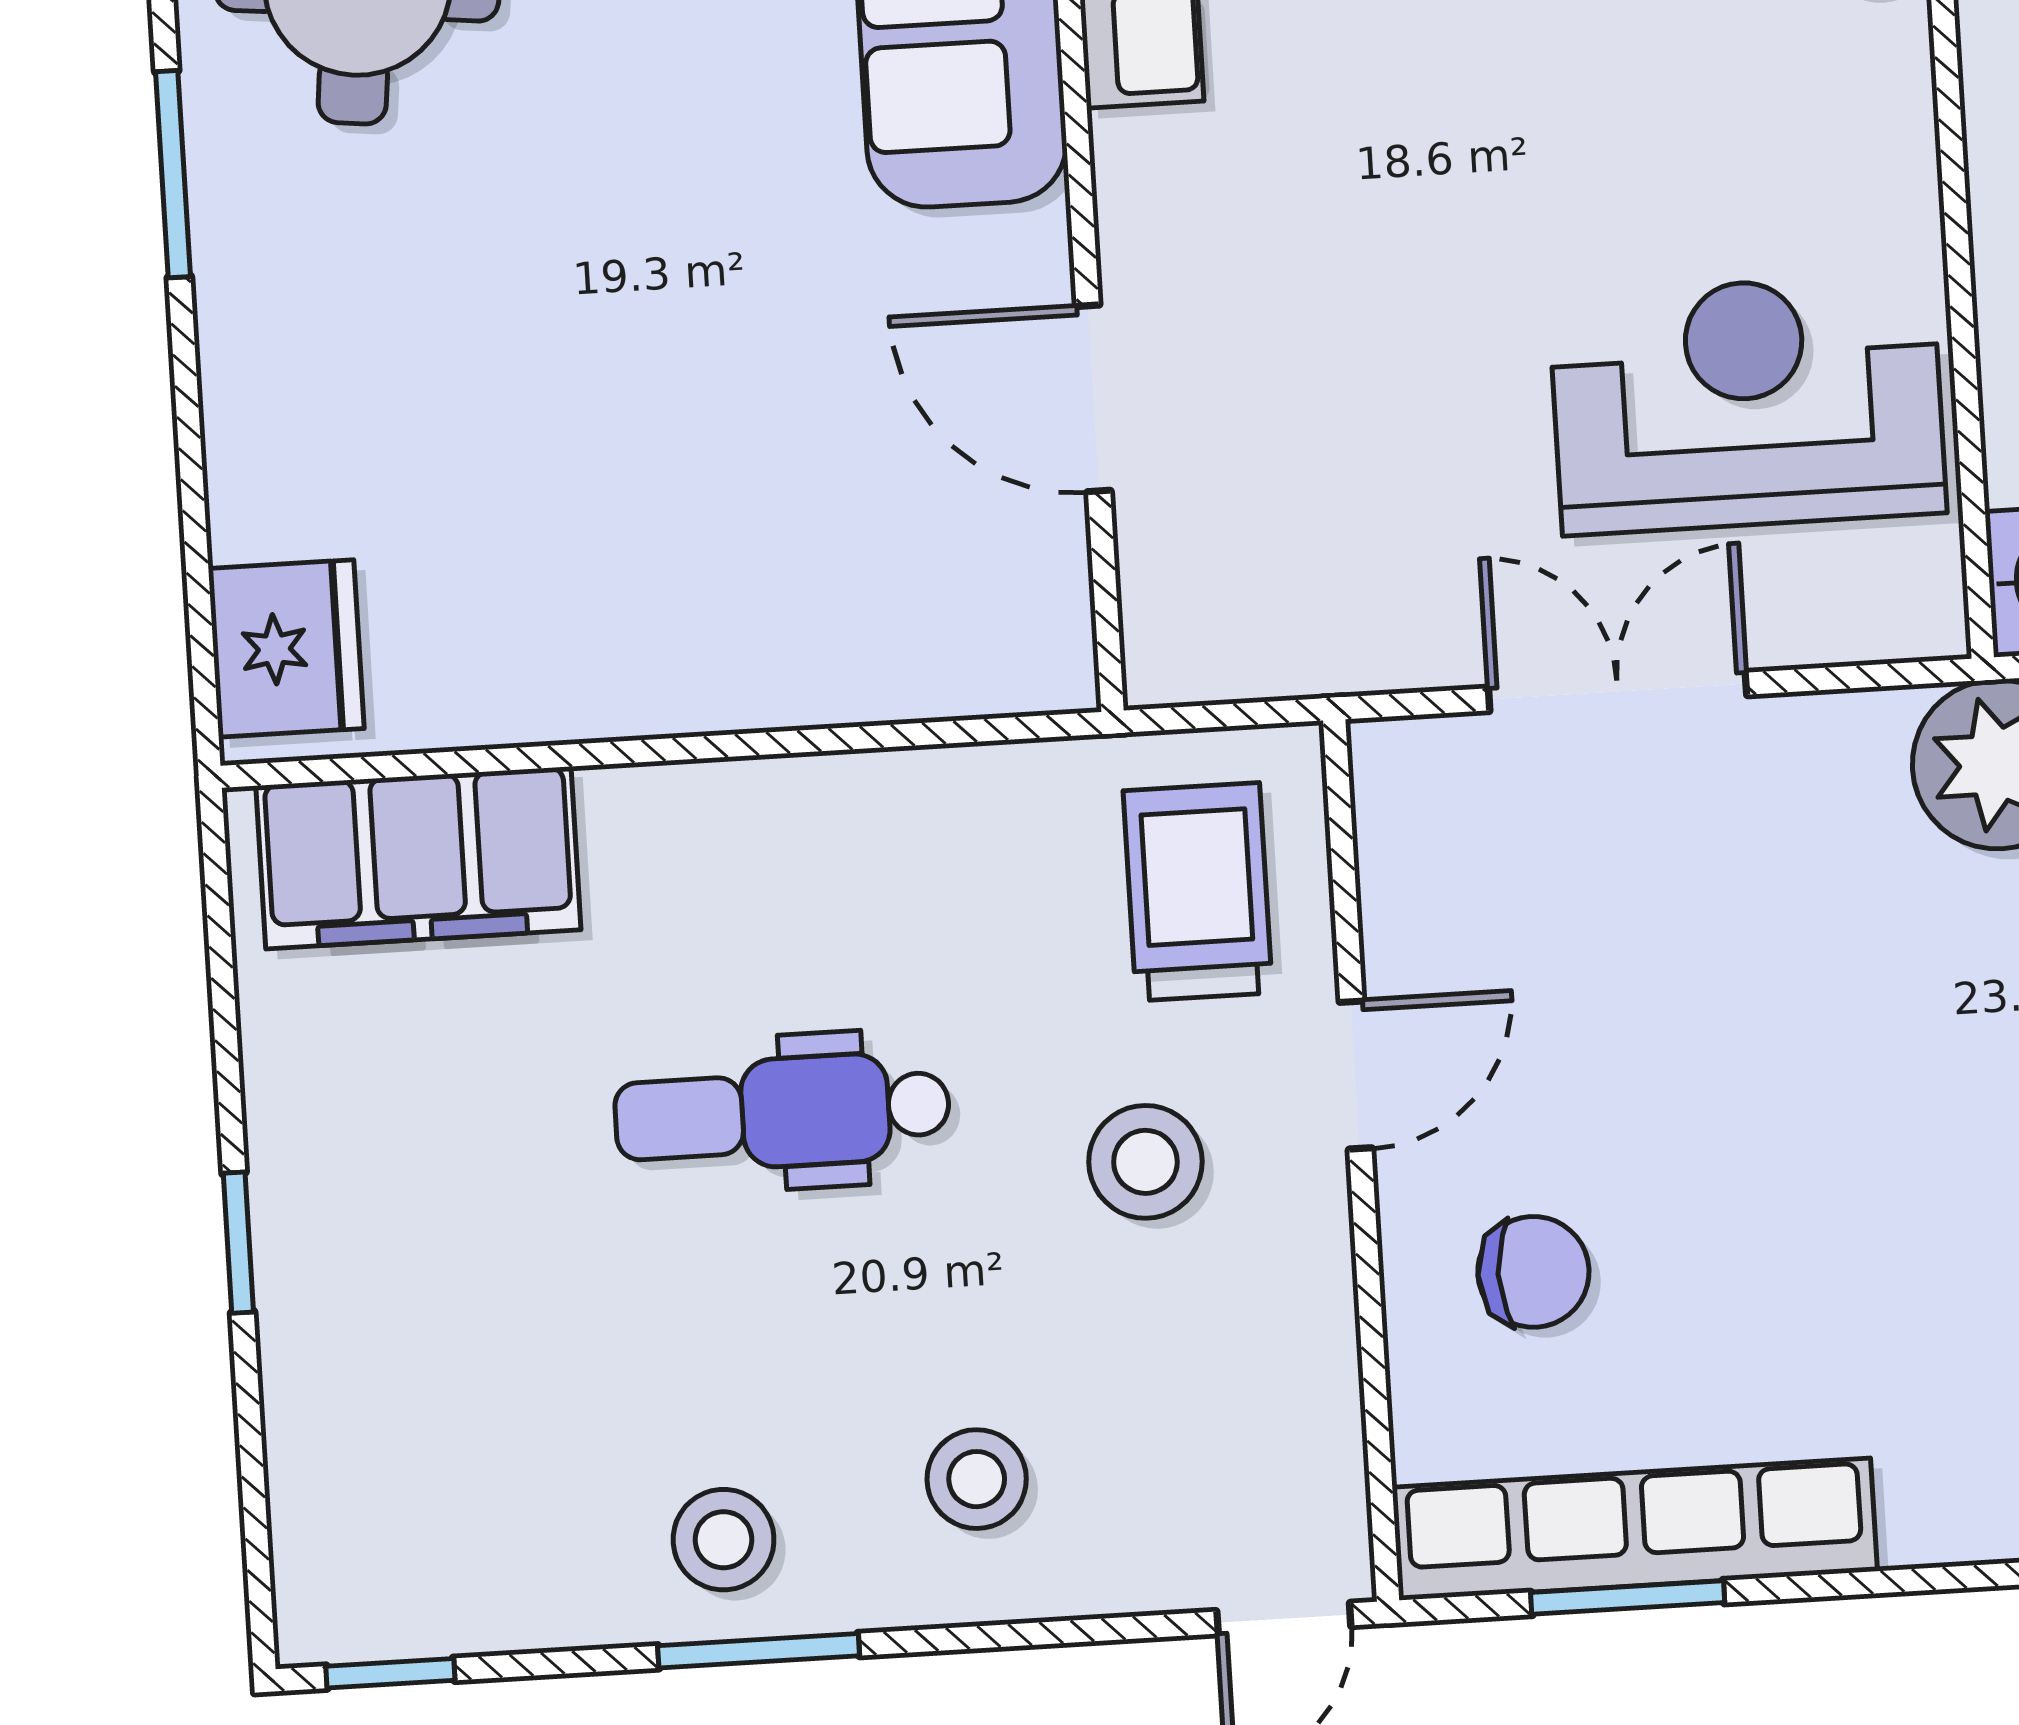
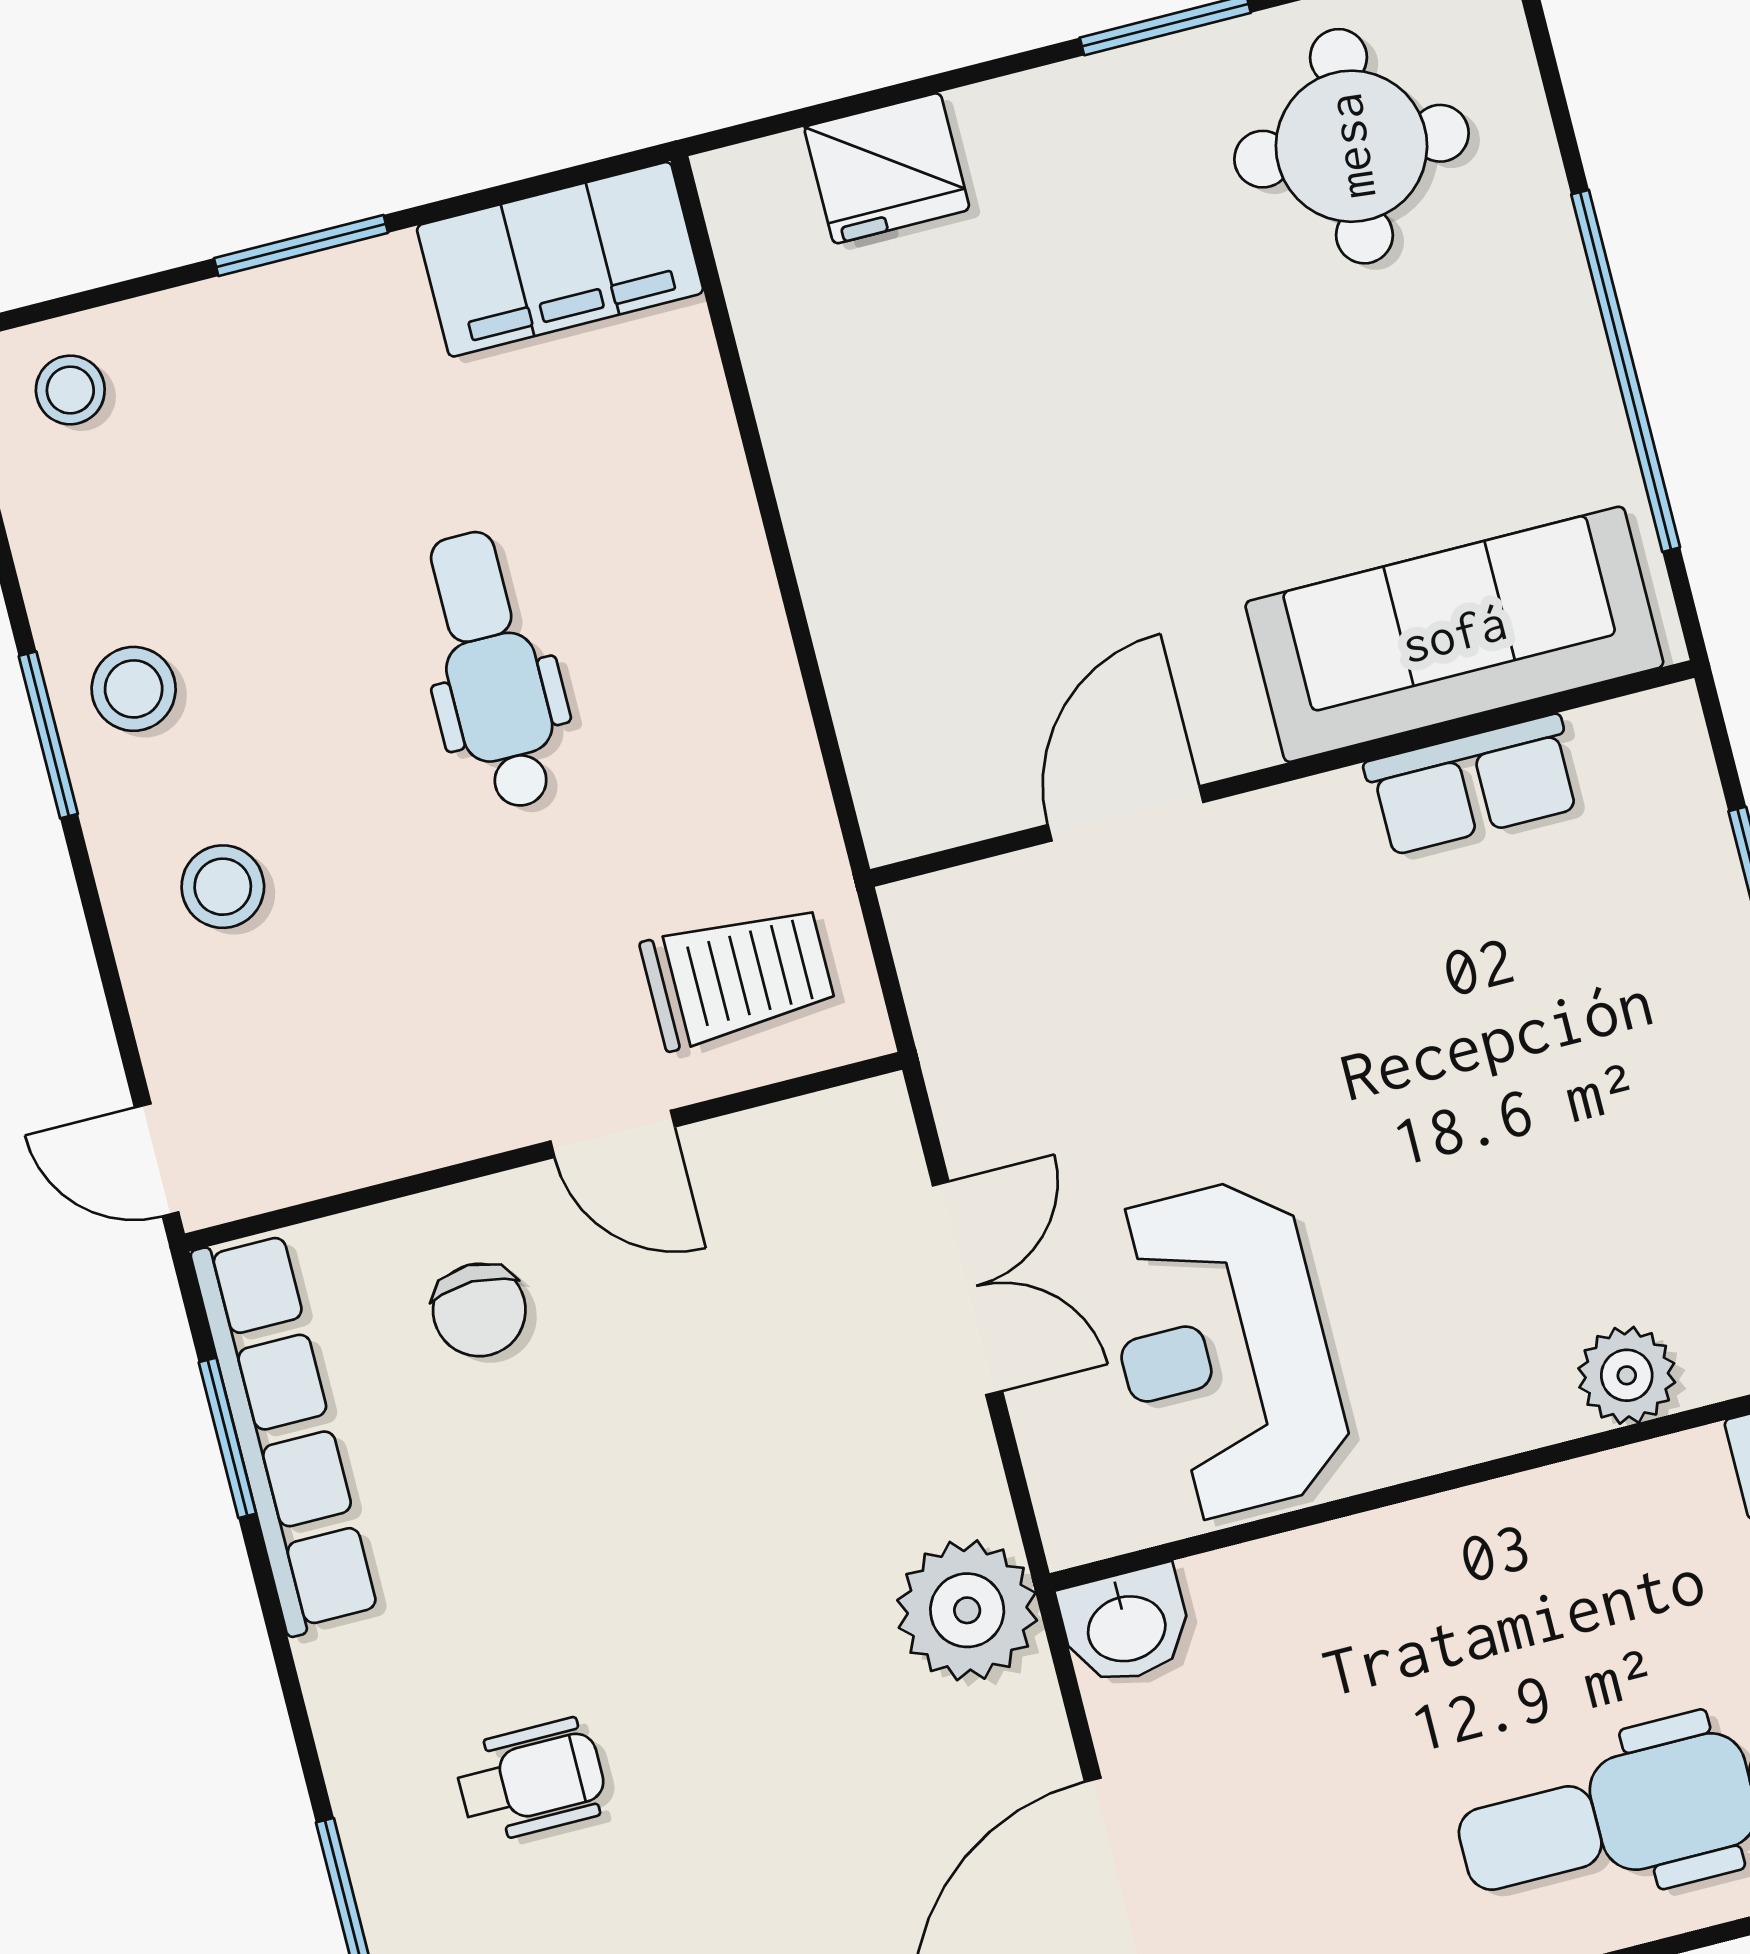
reception desk: (1747, 404) -> (1223, 1350), turned 180
fridge: (286, 649) -> (887, 168), moved
filing cabinet: (418, 858) -> (560, 259), moved, turned -90
stool: (1145, 1162) -> (70, 390), moved, width x0.73, depth x0.73
window: (238, 1243) -> (301, 245), width x1.50

